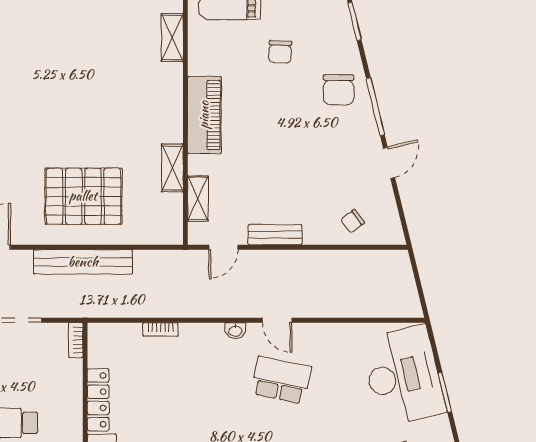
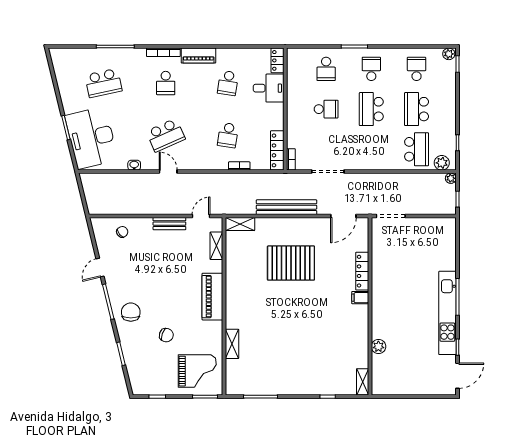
chair: (280, 52) -> (166, 335), turned 107
shelving: (172, 168) -> (240, 224), moved, turned 90
pallet: (83, 196) -> (291, 263), moved
washbasin: (235, 331) -> (134, 165), moved
school desk: (179, 380) -> (228, 135), added
school desk: (281, 380) -> (166, 135), turned -36
locker: (98, 400) -> (277, 150), moved

